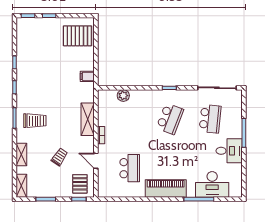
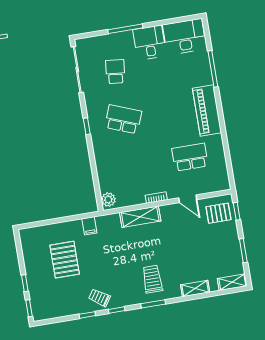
pallet: (77, 36) -> (65, 260), moved
plant: (123, 96) -> (108, 200), moved
school desk: (210, 119) -> (115, 72), width x0.54
trolley: (59, 157) -> (99, 298), moved
door: (96, 161) -> (188, 199), hinge flipped
desk: (212, 184) -> (185, 37), moved, turned -90

